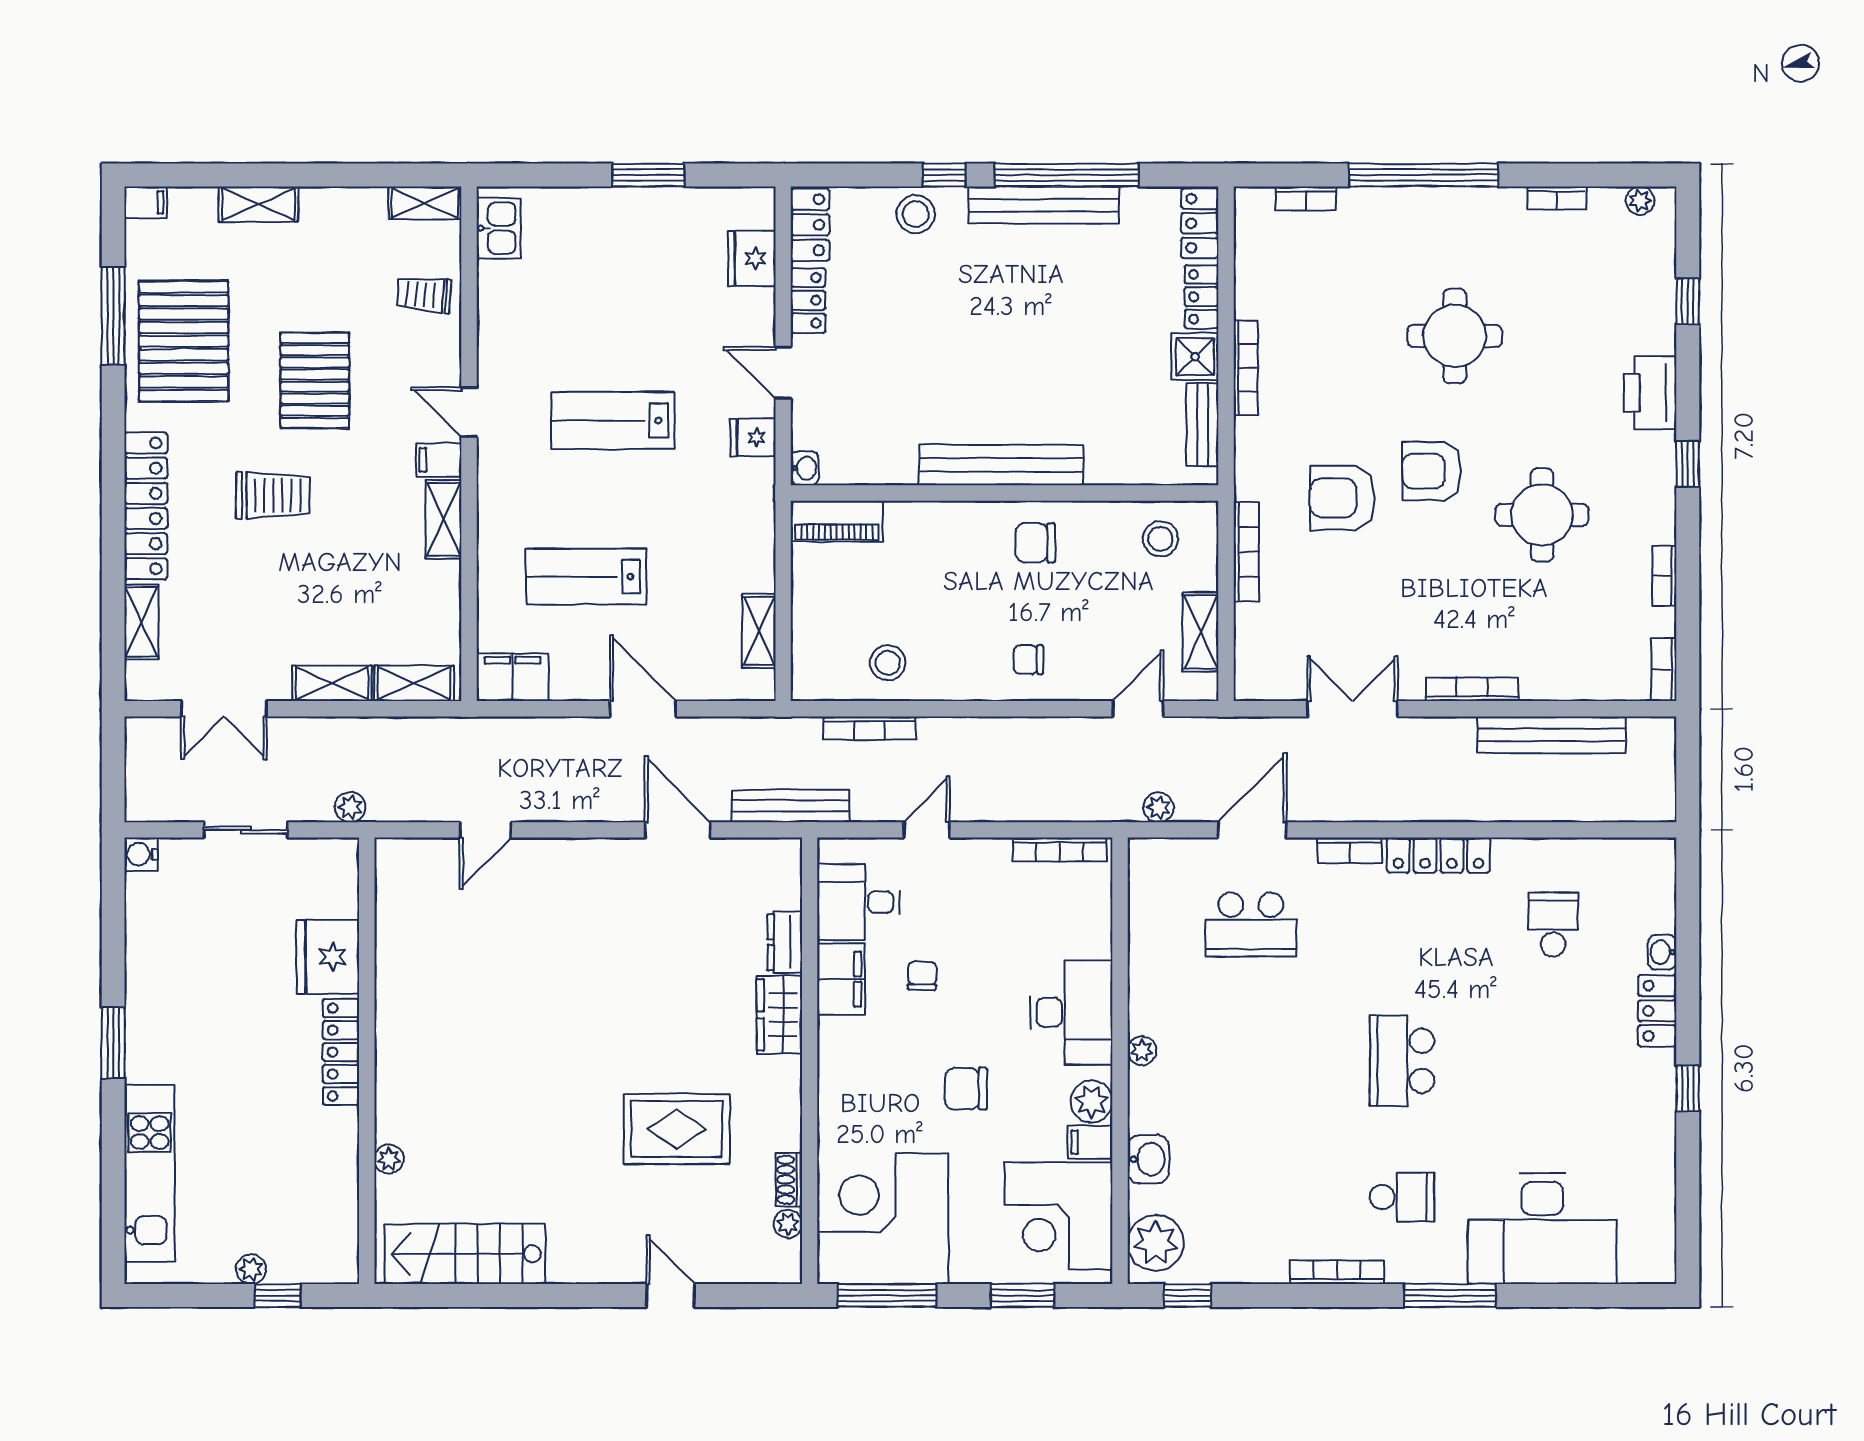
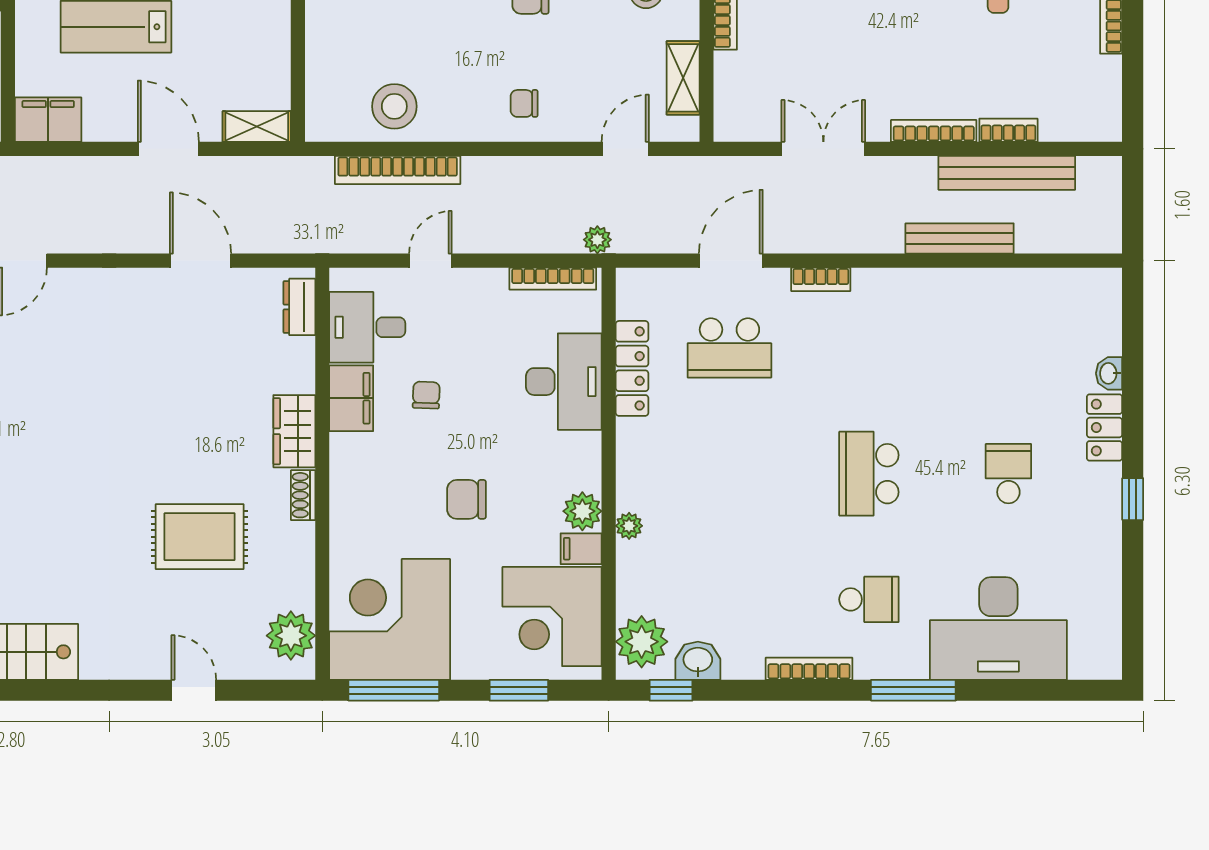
shelving: (759, 631) -> (257, 126), moved, turned 90
stool: (888, 663) -> (394, 106), width x1.38, depth x1.38
bookcase: (1664, 670) -> (1008, 130), moved, turned 90
bookcase: (869, 728) -> (398, 170), width x1.48, depth x1.31
bench: (790, 806) -> (960, 238), moved
plant: (1159, 807) -> (597, 240), moved
locker: (1438, 855) -> (632, 368), moved, turned -90
school desk: (1553, 925) -> (1008, 474), moved
dresser: (785, 942) -> (299, 307), moved
desk: (1071, 1012) -> (564, 382), moved
plant: (1142, 1051) -> (629, 526), moved
washbasin: (1148, 1159) -> (698, 661), moved, turned -90
shoe rack: (789, 1180) -> (303, 495), moved
plant: (788, 1224) -> (291, 636), width x1.88, depth x1.88

